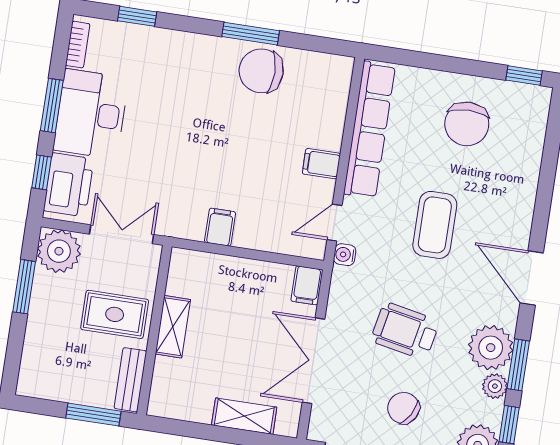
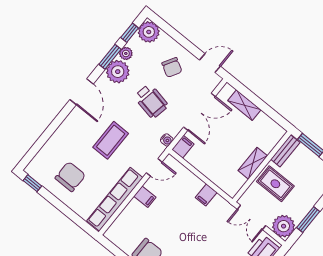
water cooler: (345, 255) -> (167, 140), moved

